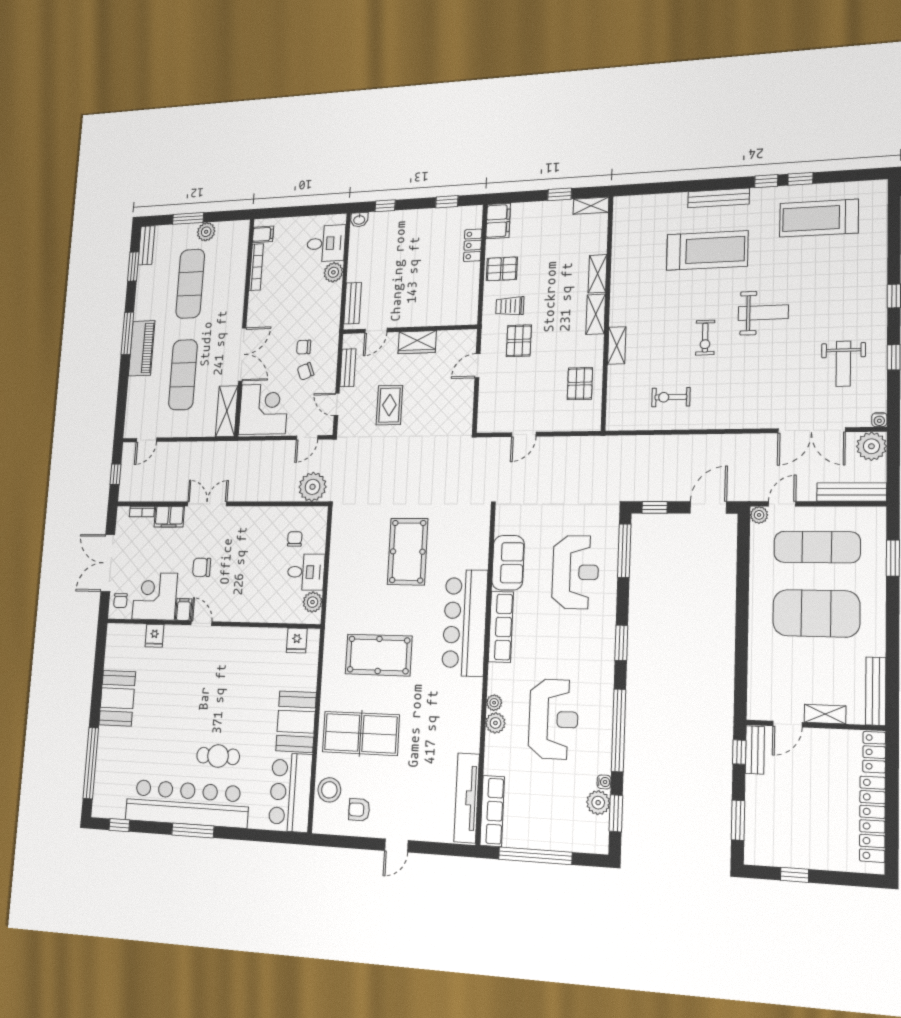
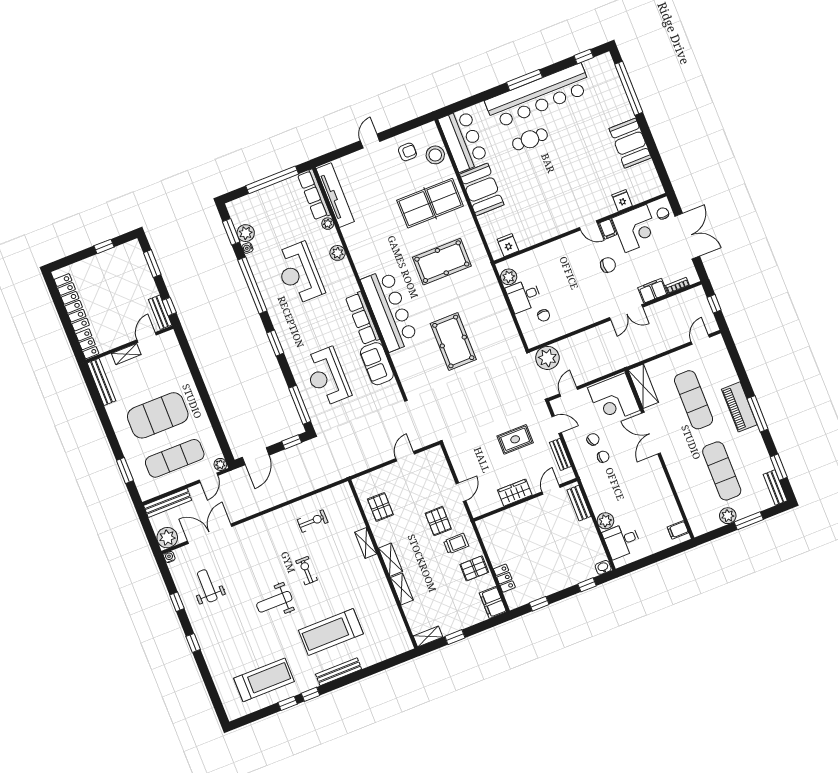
bookcase: (256, 267) -> (671, 503), removed
rug: (389, 405) -> (515, 439), turned 90
plant: (494, 703) -> (328, 224), moved

